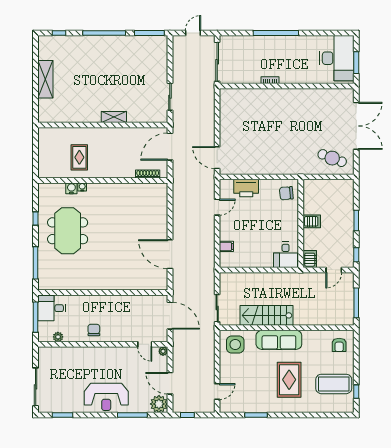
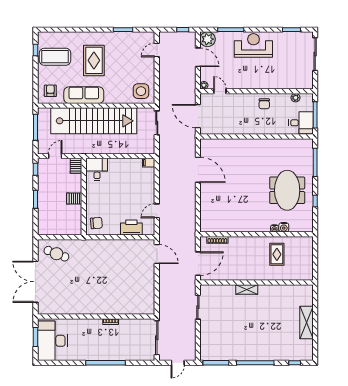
filing cabinet: (226, 246) -> (149, 163), moved
stairs: (267, 315) -> (94, 121), width x1.86, depth x1.51
sofa: (279, 340) -> (84, 95), moved

